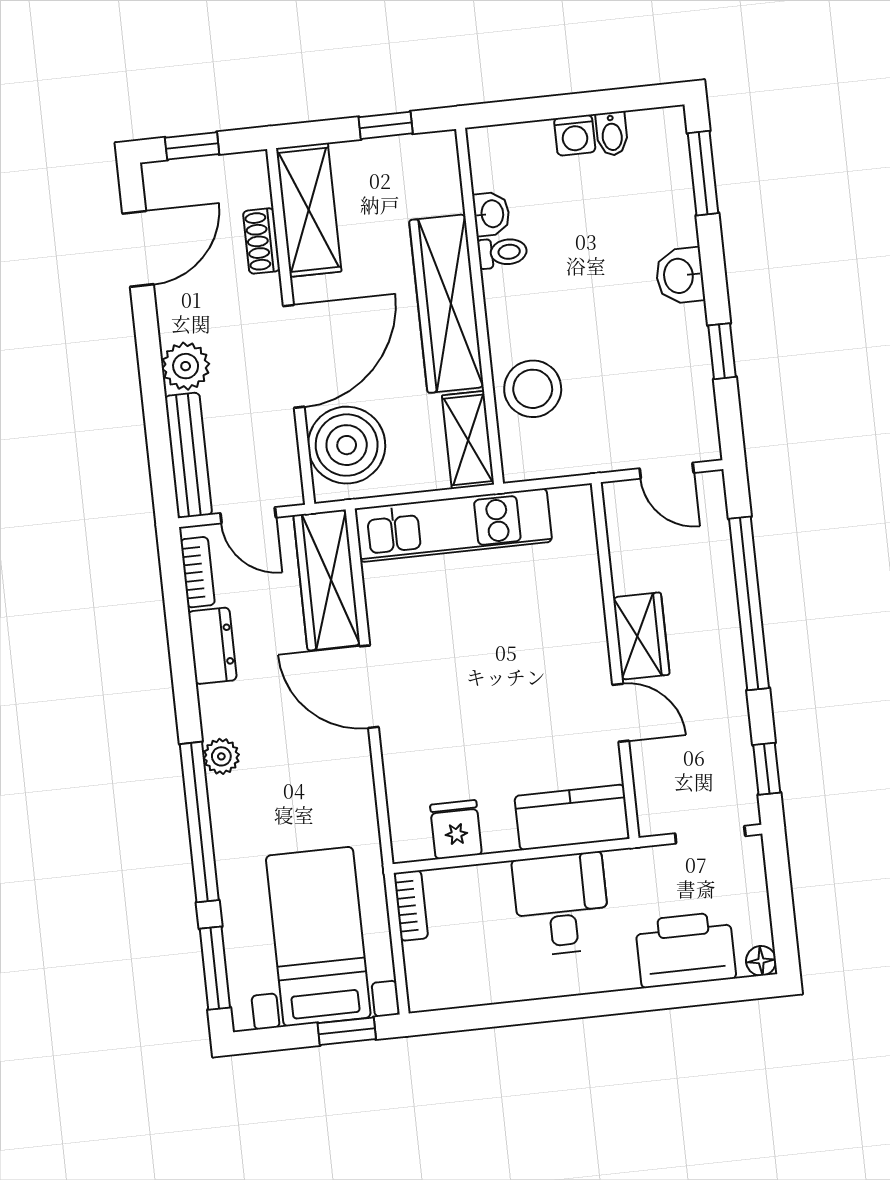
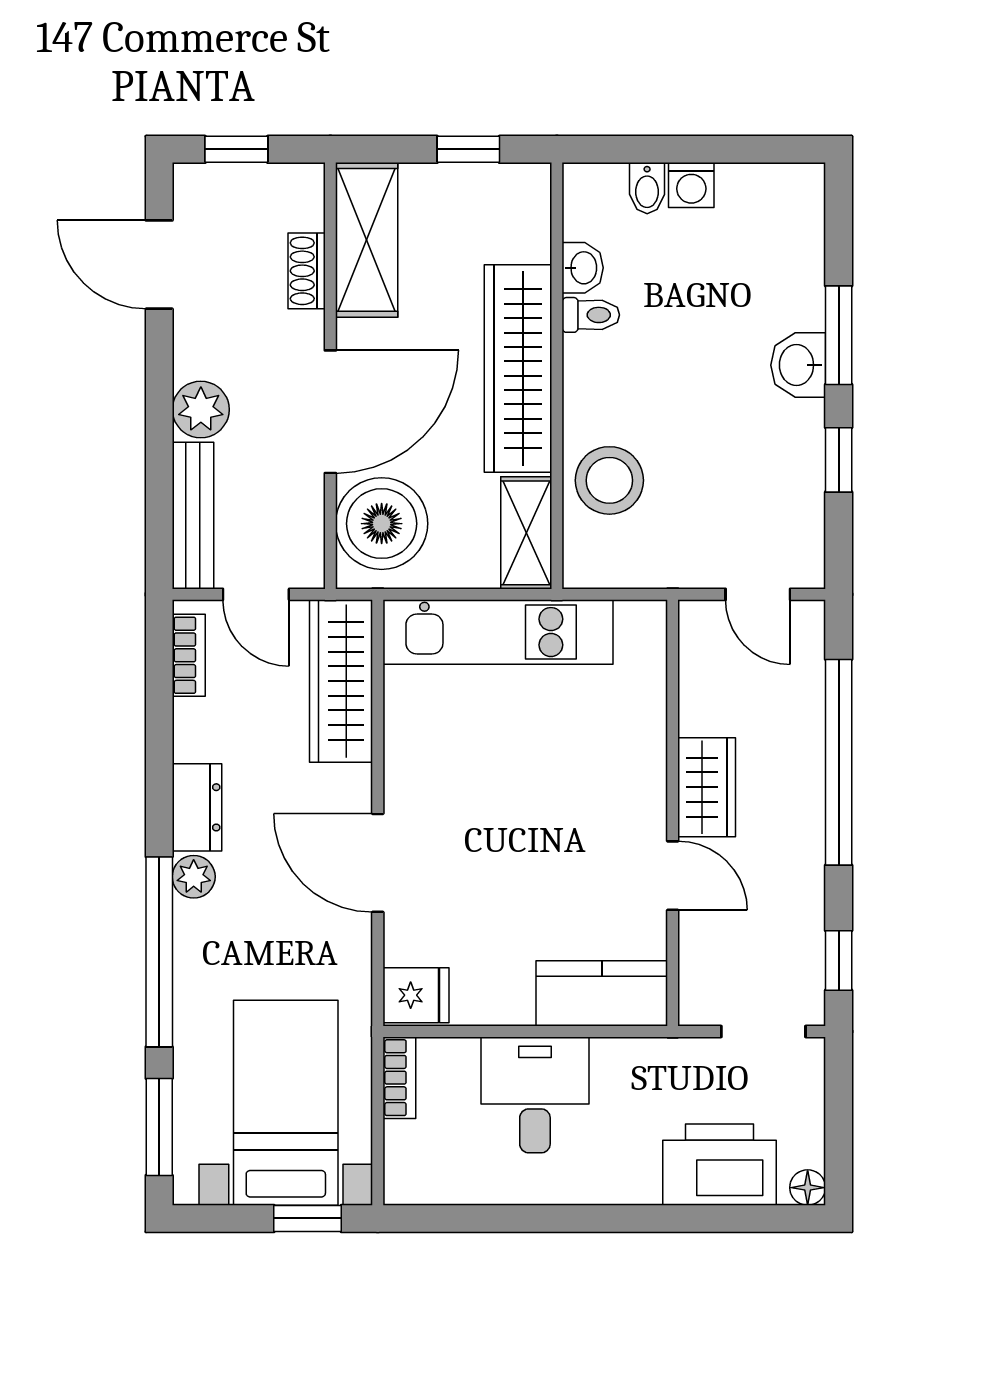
bidet: (612, 134) -> (647, 188), moved
window: (703, 173) -> (839, 335), moved
door: (138, 249) -> (159, 265), swing flipped
dresser: (212, 646) -> (197, 807), moved
door: (369, 687) -> (378, 863), moved
fridge: (456, 830) -> (416, 995), moved, turned 90
desk: (561, 904) -> (535, 1095), moved

